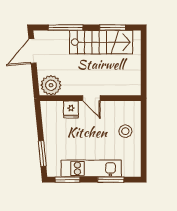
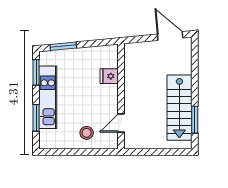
window: (66, 28) -> (195, 71), removed
plant: (51, 85) -> (134, 55), removed
door: (91, 98) -> (121, 123), moved

